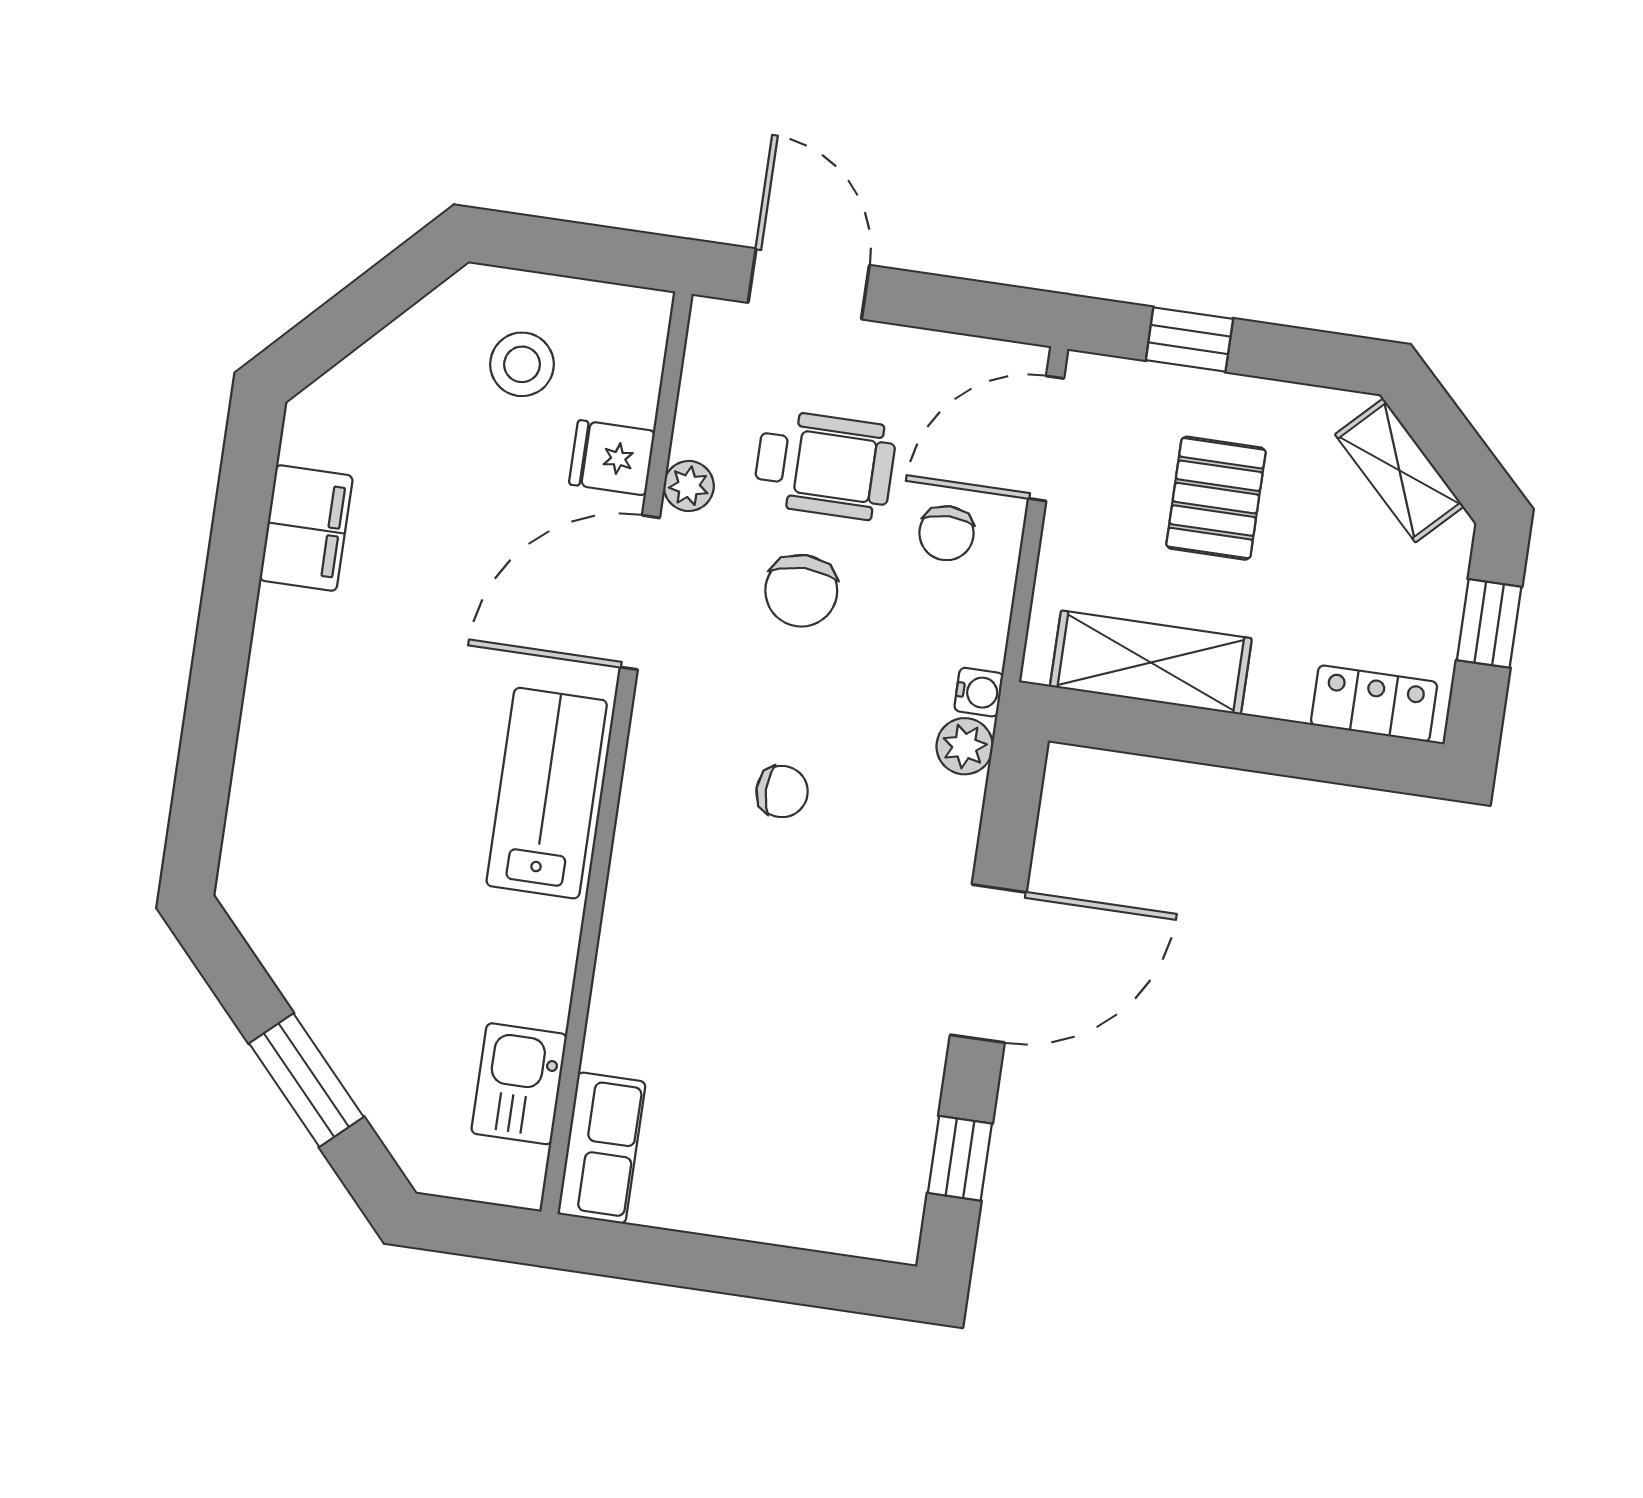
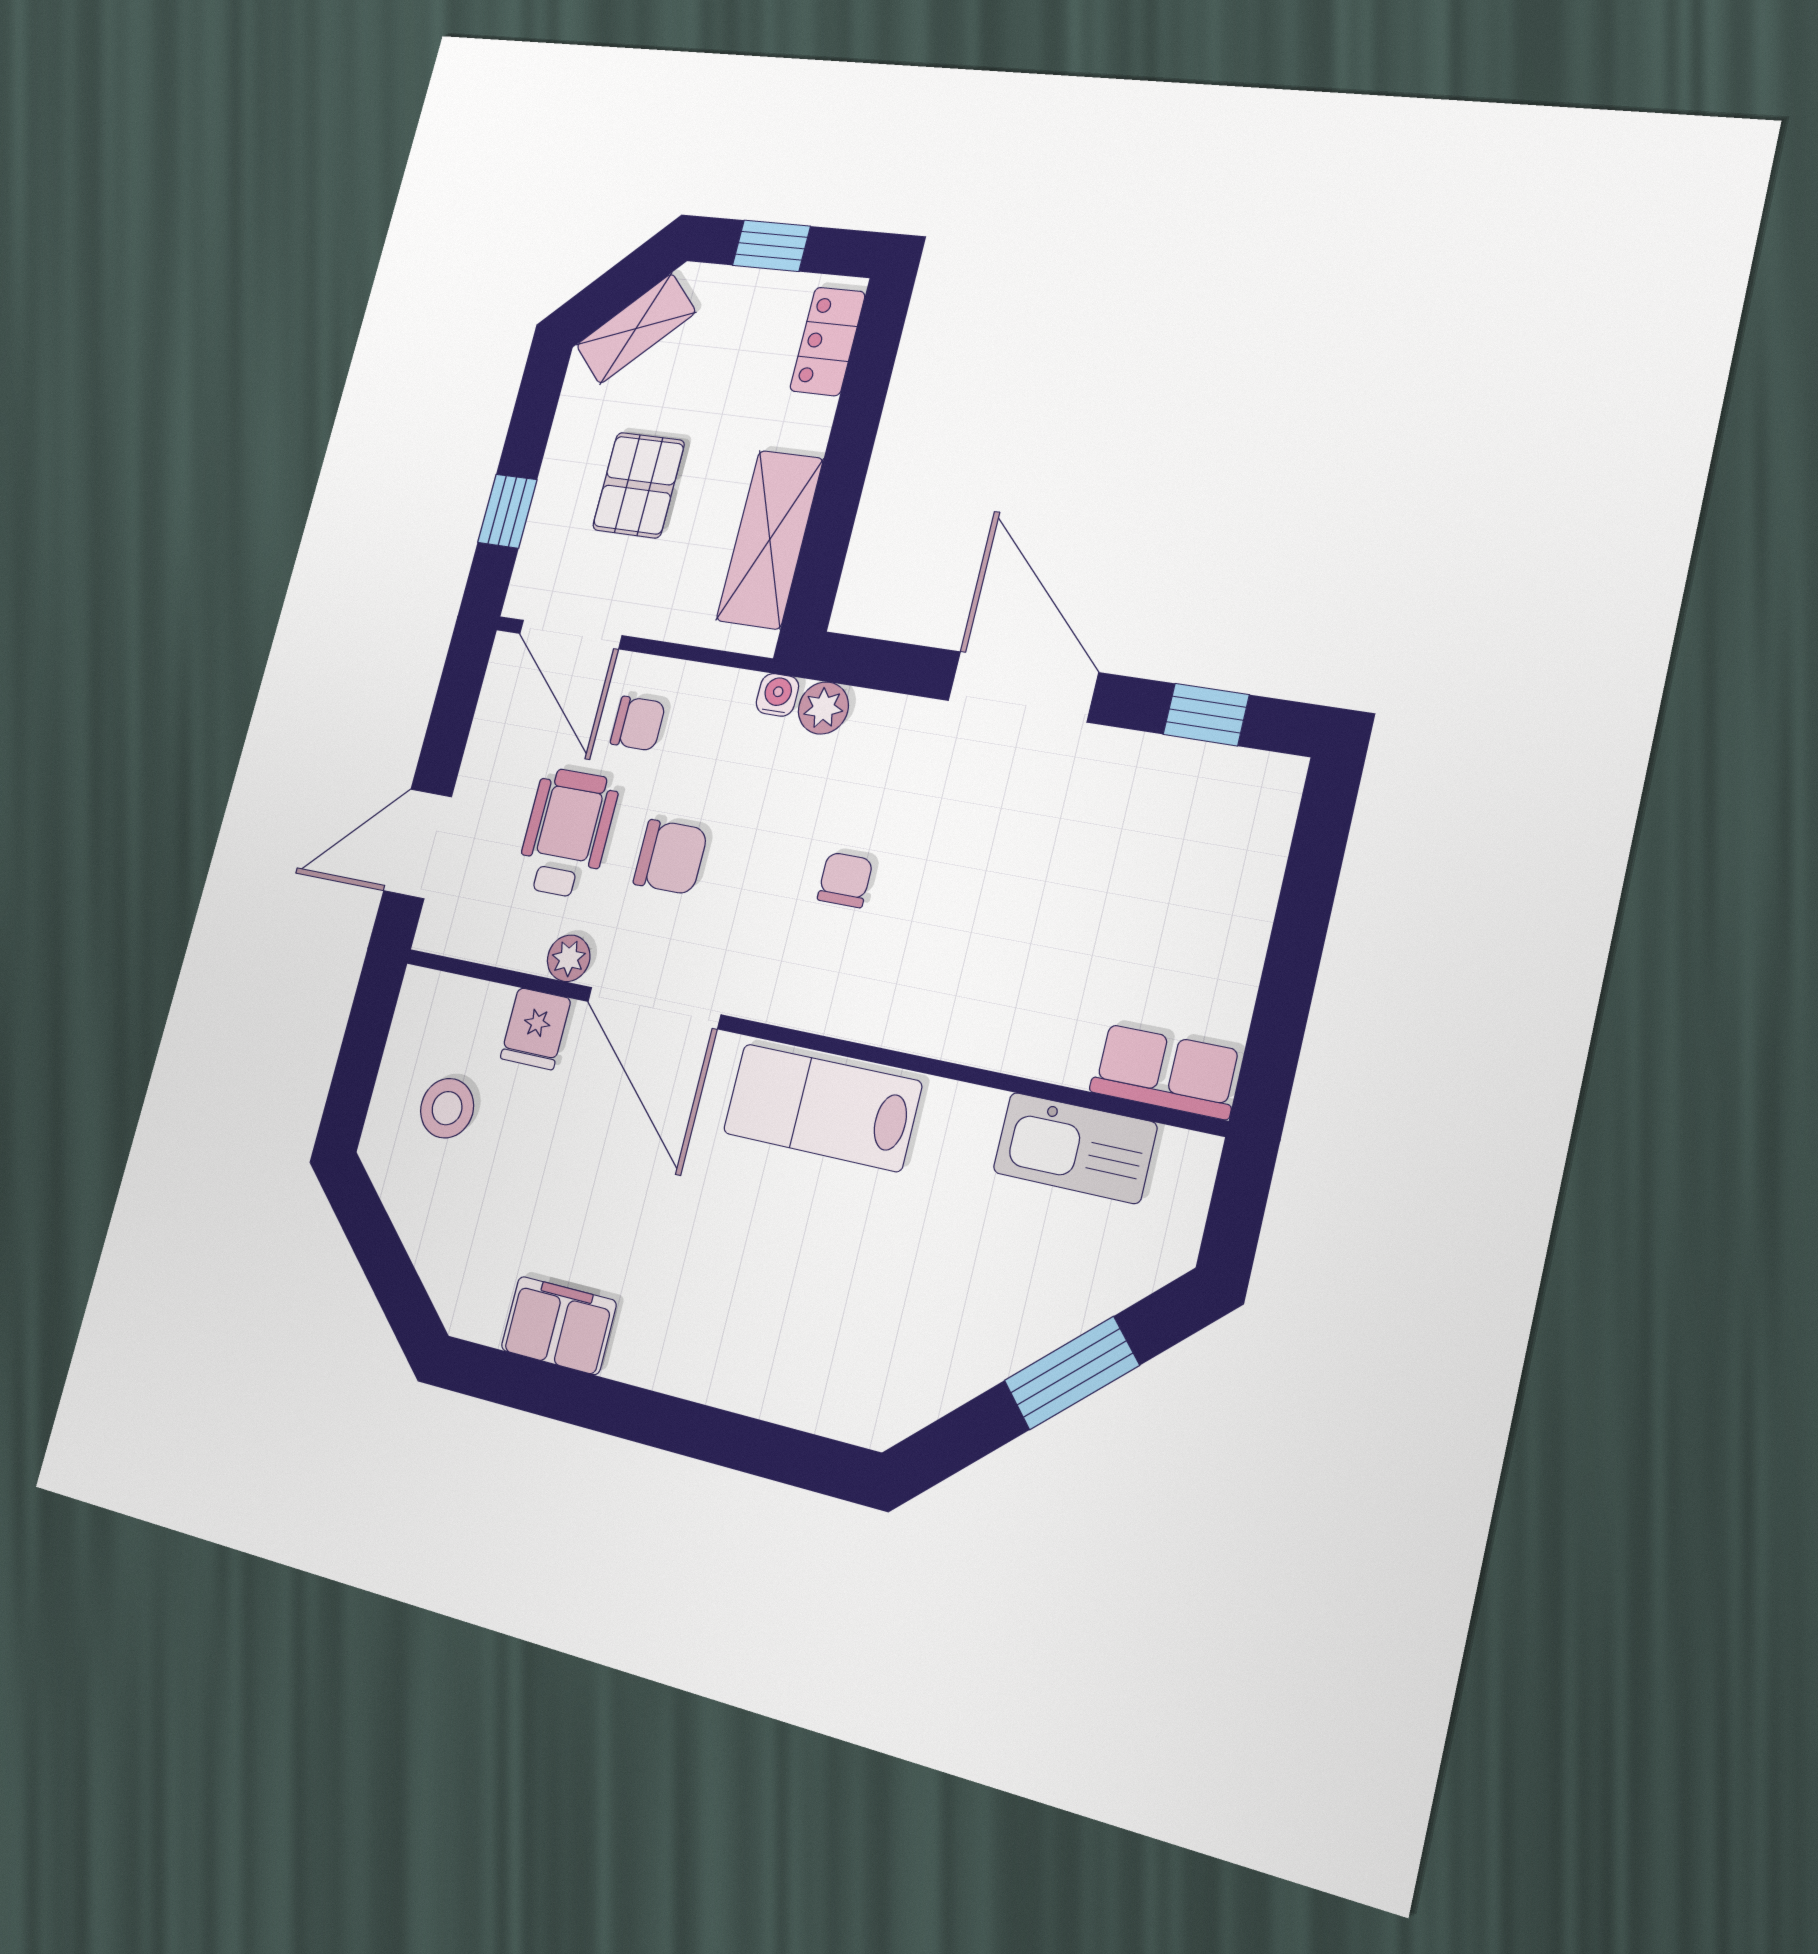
pallet: (1216, 498) -> (639, 485), turned 90
kitchen sink: (519, 1084) -> (1075, 1148), width x1.38

